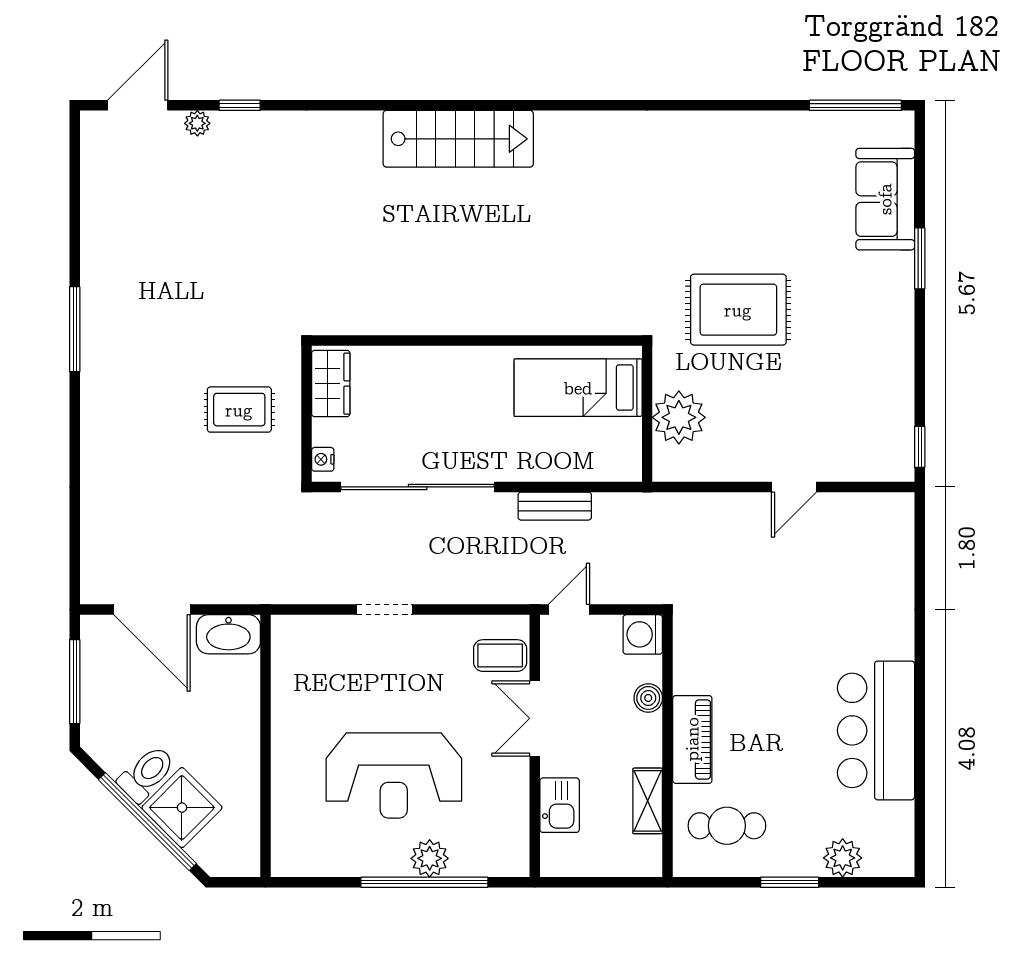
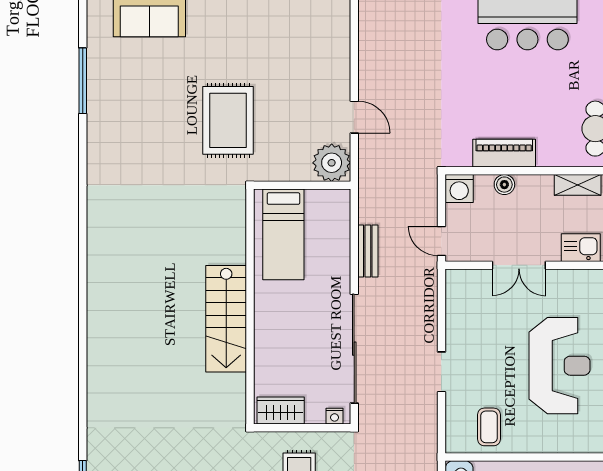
window: (855, 105) -> (83, 81), moved
stairs: (458, 139) -> (226, 319), moved, turned 180
plant: (679, 417) -> (332, 163), moved
door: (794, 487) -> (354, 117), moved
coffee table: (500, 656) -> (489, 427), moved
piano: (692, 739) -> (504, 153), moved

